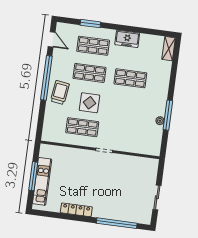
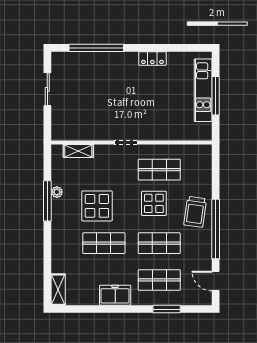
display table: (132, 107) -> (97, 206), added
shelving: (140, 149) -> (78, 151), added
locker: (76, 210) -> (152, 58), width x0.66

